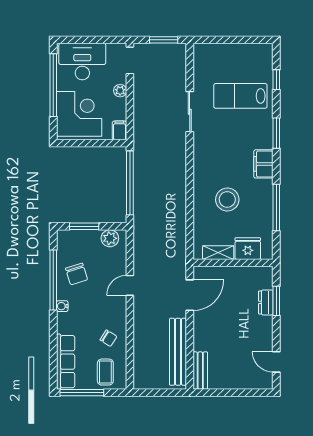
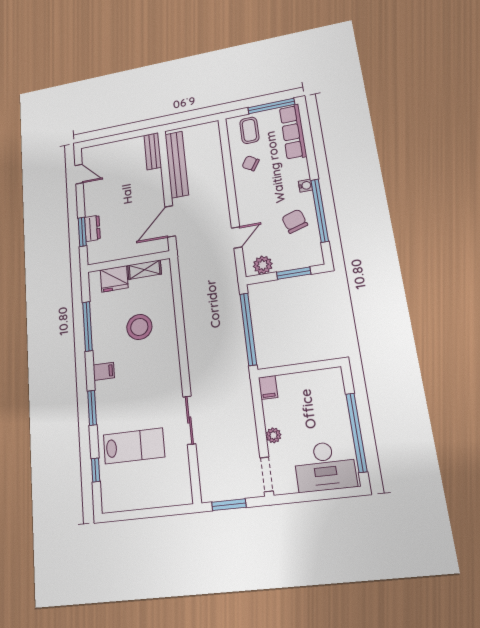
corner desk: (79, 114) -> (319, 401), removed
filing cabinet: (263, 164) -> (104, 371), width x0.50
door: (130, 285) -> (237, 237), moved

